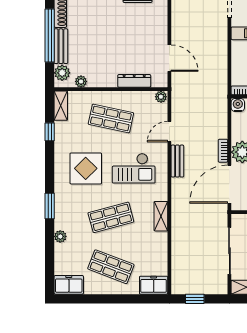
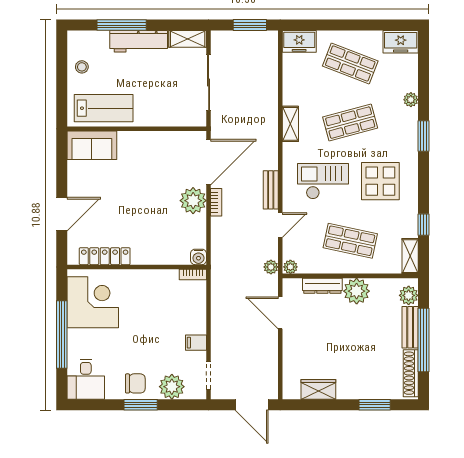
plant: (81, 81) -> (357, 291), moved, width x1.88, depth x1.88
plant: (177, 97) -> (271, 267), added
window: (195, 299) -> (250, 25), width x1.50

